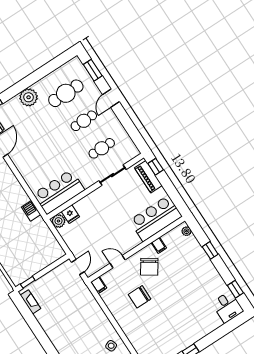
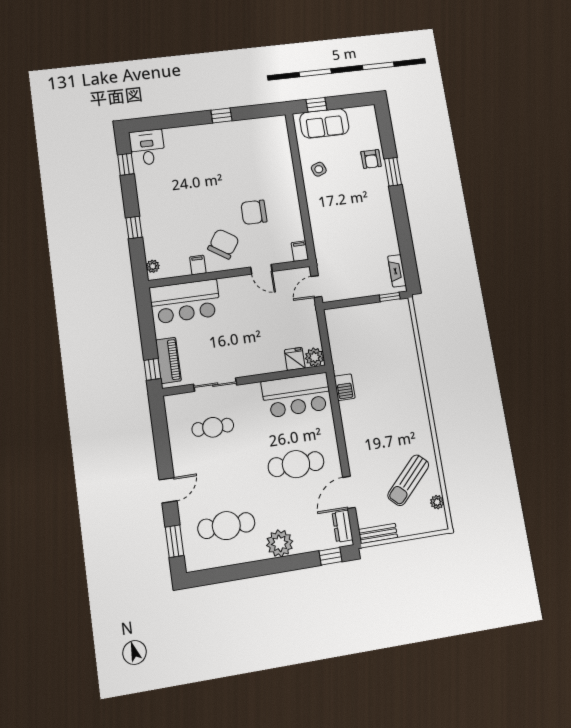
cafe table: (84, 121) -> (296, 464), moved, width x1.37, depth x1.35
chair: (140, 297) -> (254, 212), turned 180

